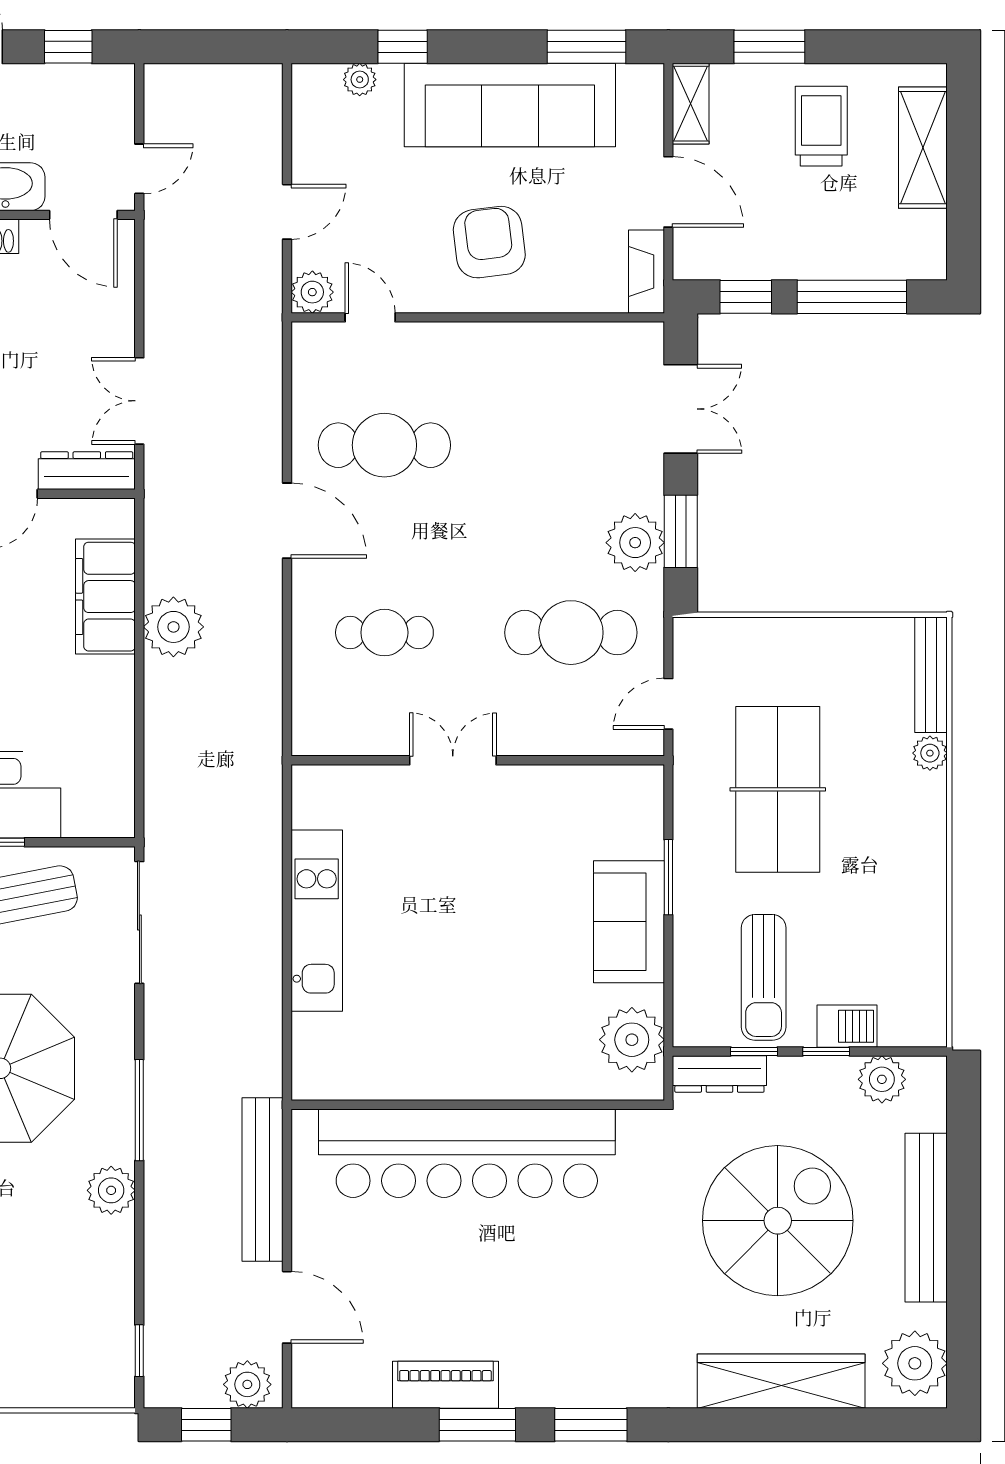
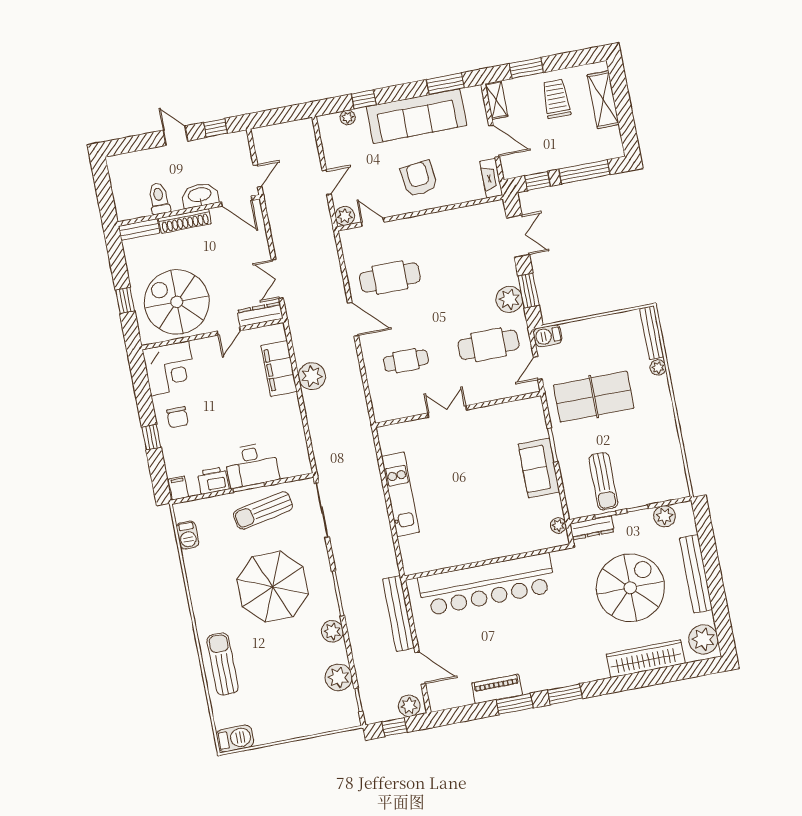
table tennis table: (778, 789) -> (594, 397), turned 90
barbecue: (847, 1026) -> (548, 336), moved, turned 180
plant: (632, 1040) -> (558, 525), width x0.53, depth x0.53
plant: (105, 1293) -> (339, 677), added

